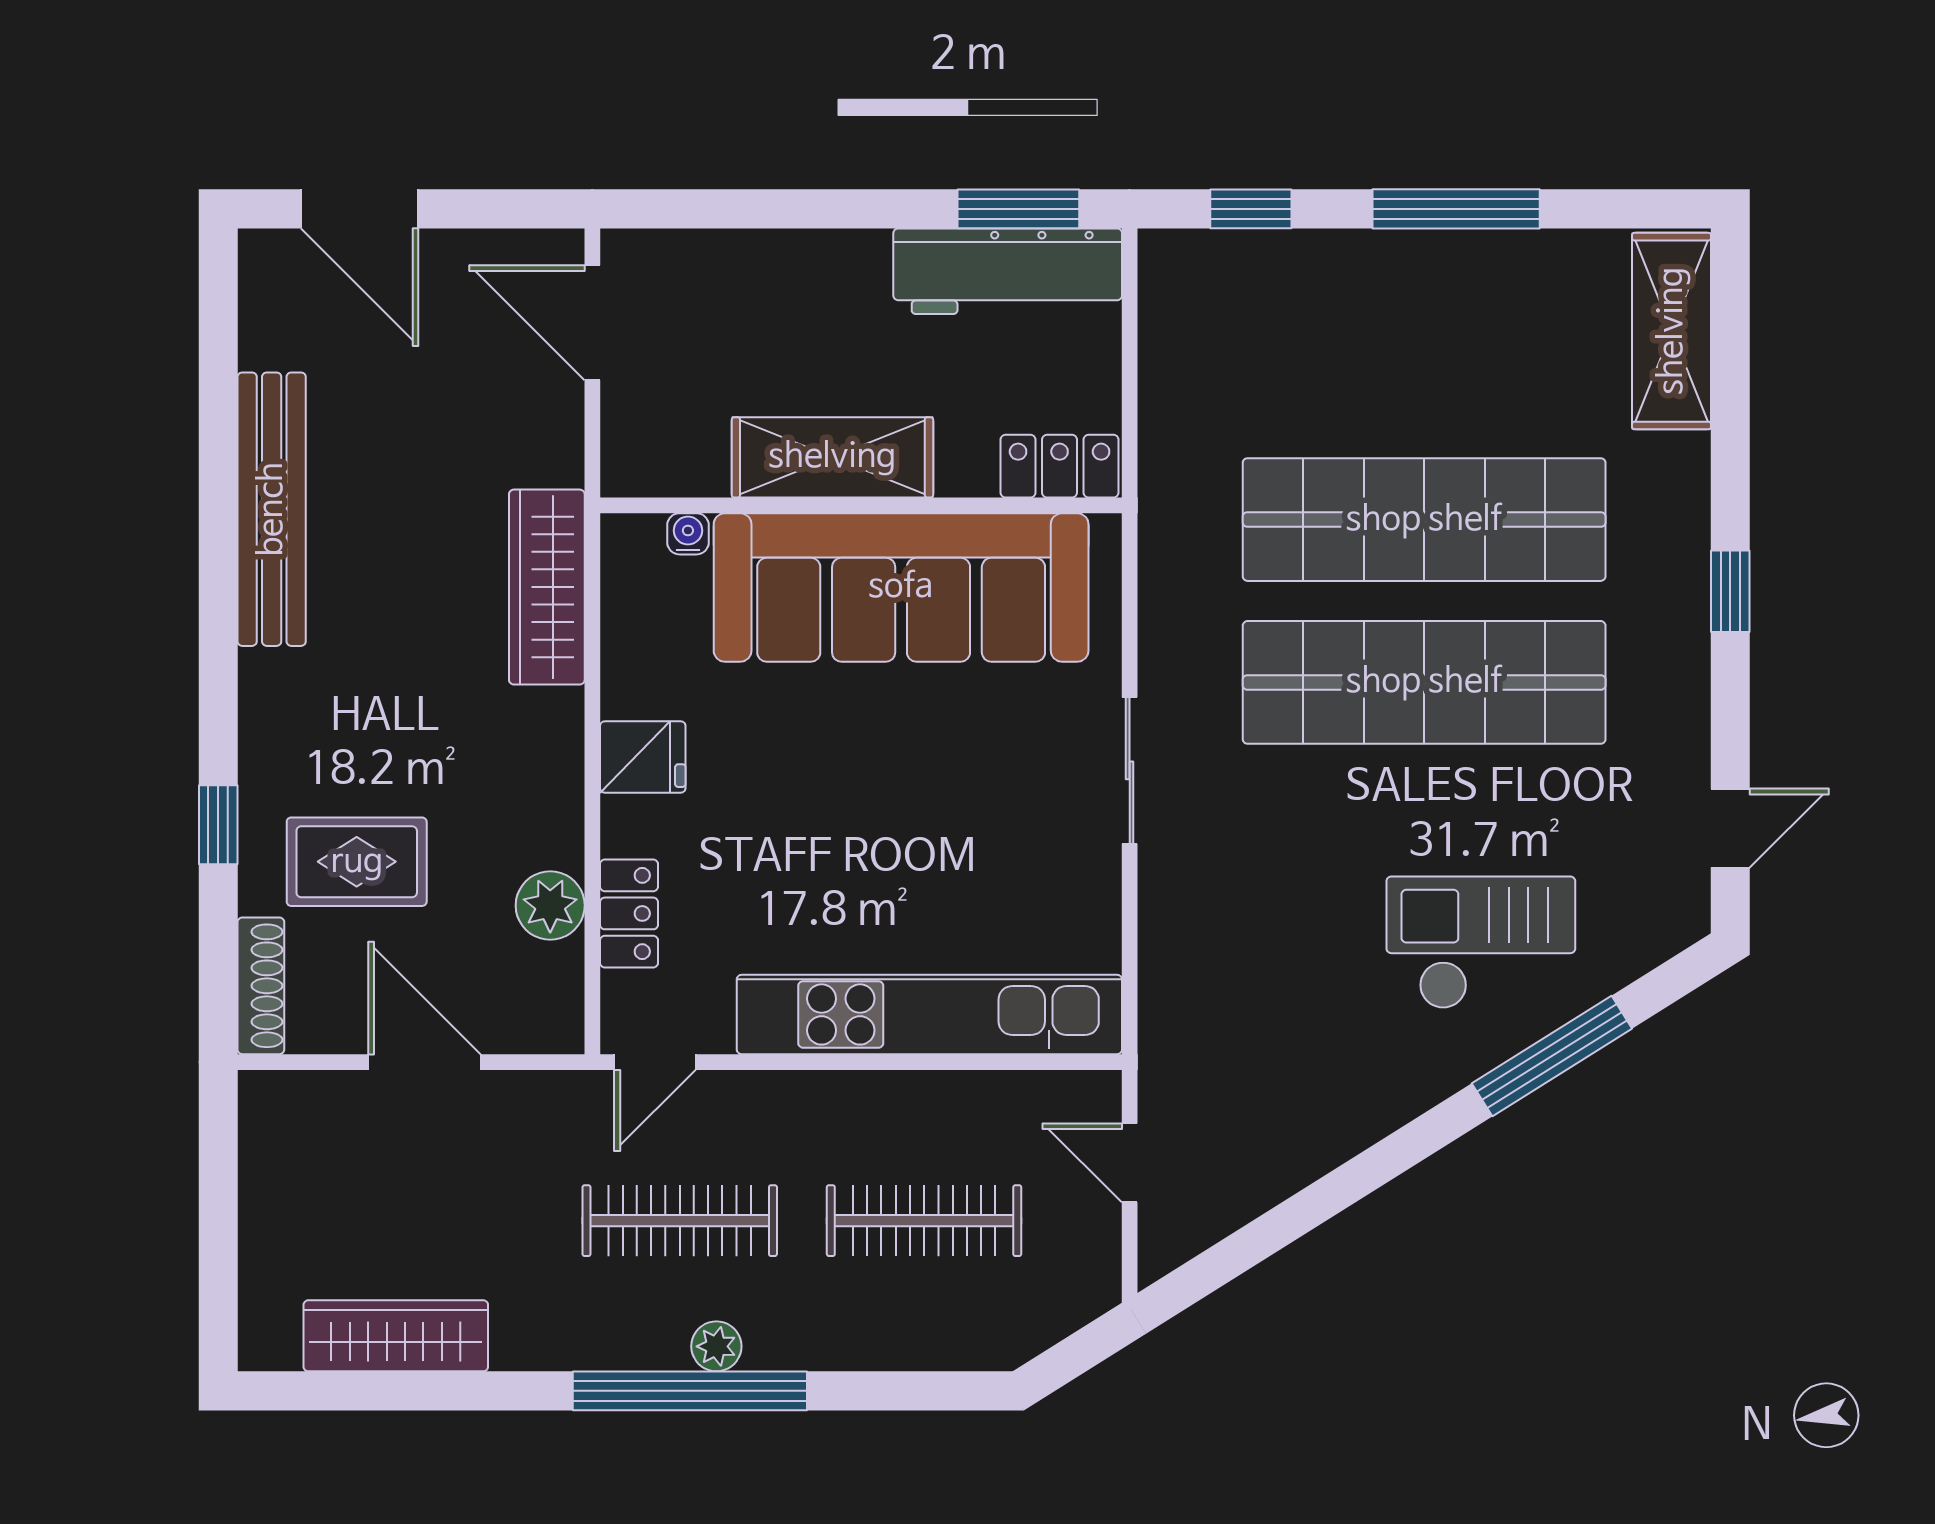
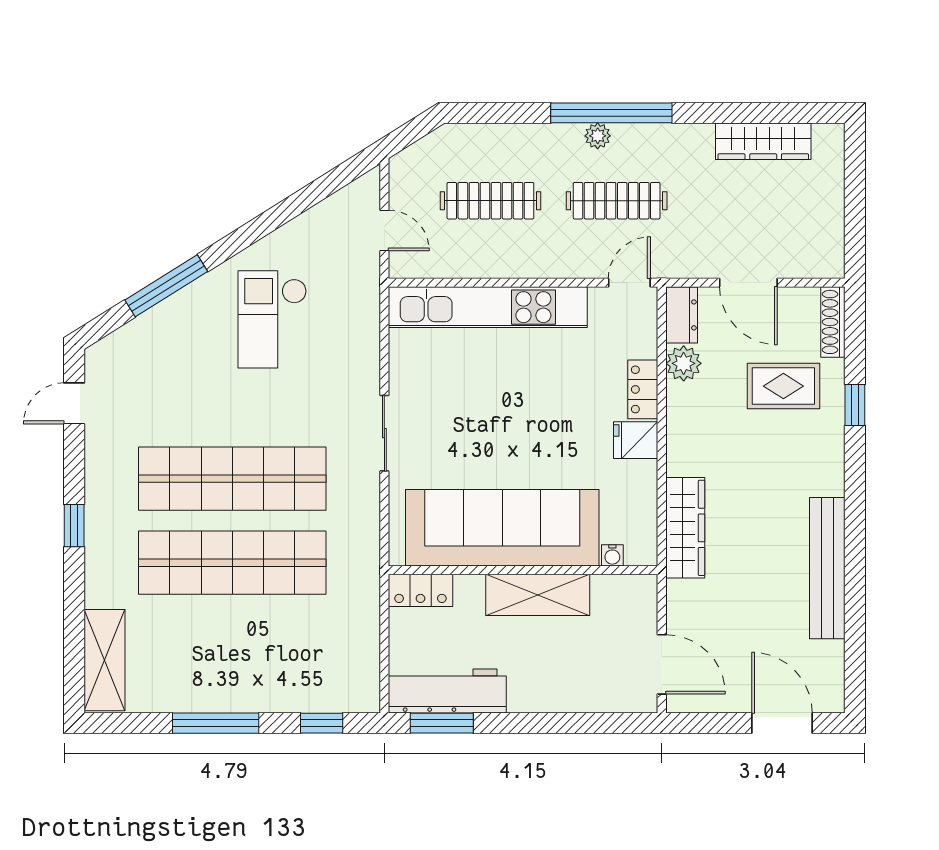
locker: (629, 913) -> (643, 389), moved
checkout: (1481, 943) -> (272, 319), moved, turned 90
dresser: (554, 999) -> (682, 315), added

